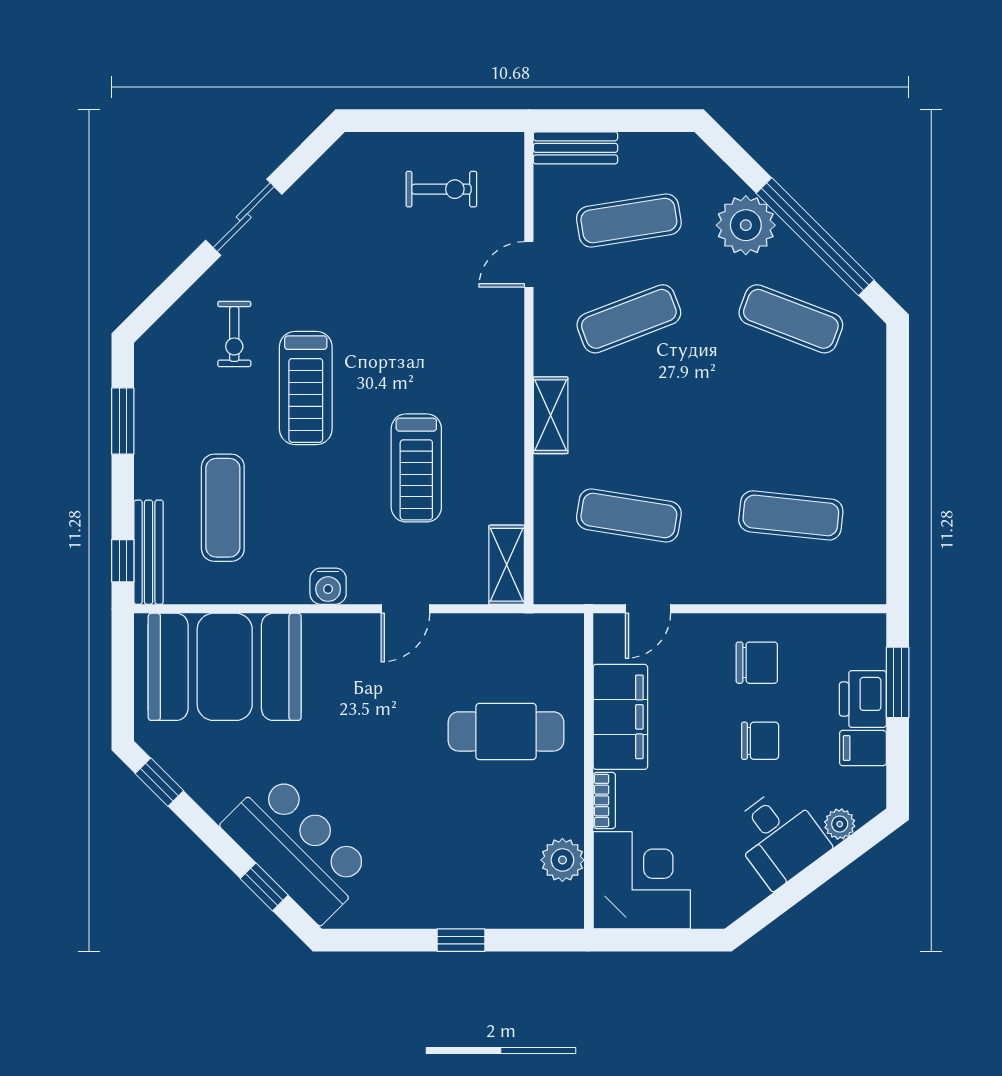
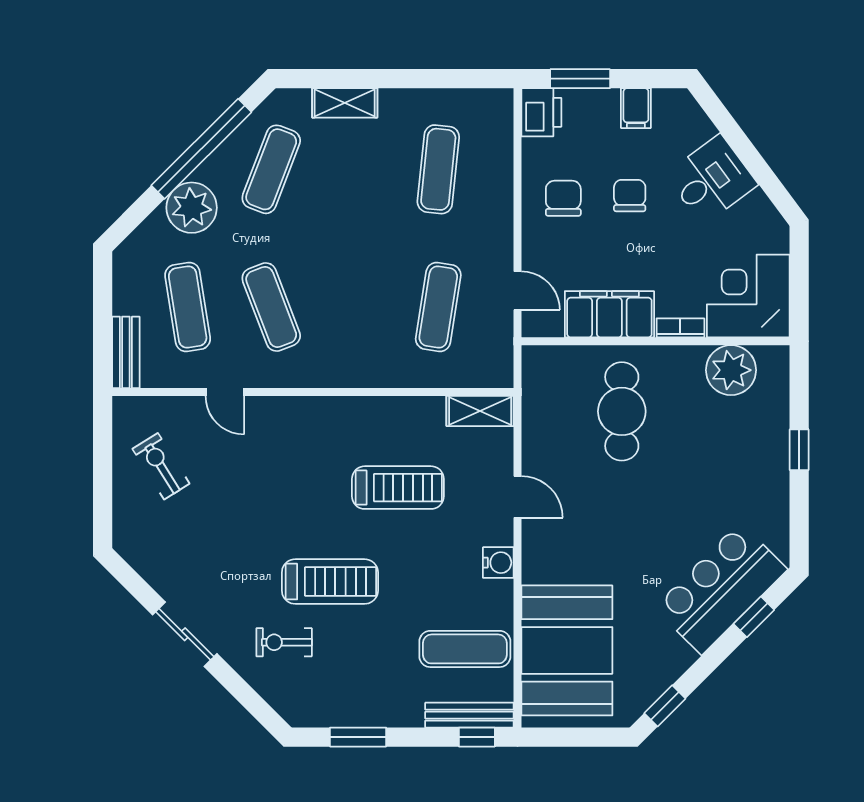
exercise bike: (441, 189) -> (161, 466), turned -32
exercise bike: (234, 334) -> (284, 642), turned 180
shelving: (551, 415) -> (345, 103), moved
exercise mat: (223, 508) -> (465, 649), moved
printer: (863, 699) -> (541, 112), moved, turned -90
plant: (840, 824) -> (700, 128), removed
plant: (562, 860) -> (731, 370), width x1.36, depth x1.36

